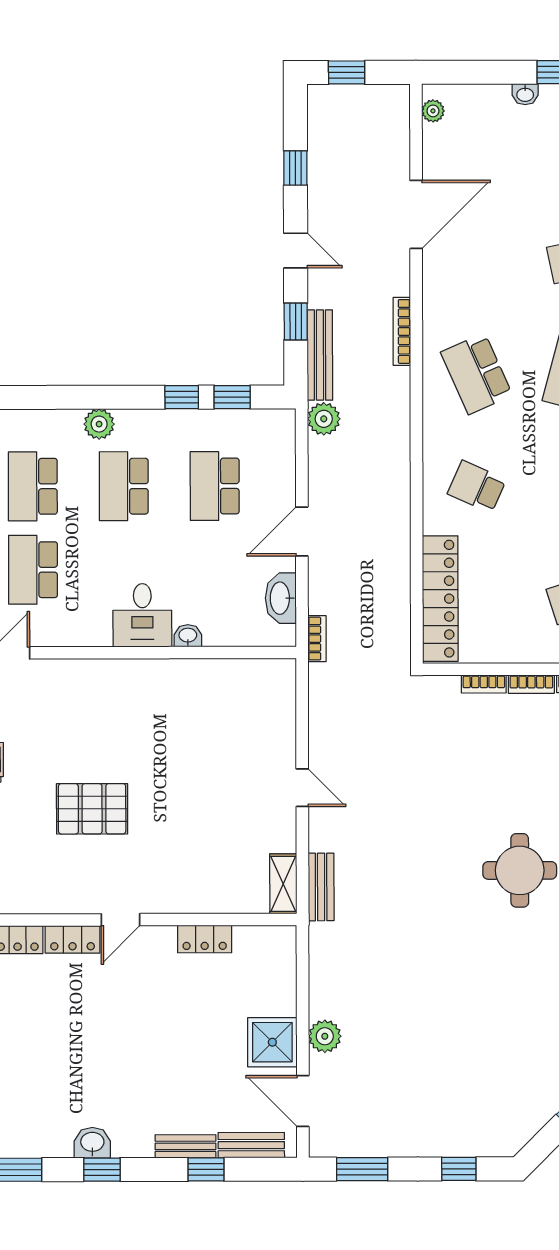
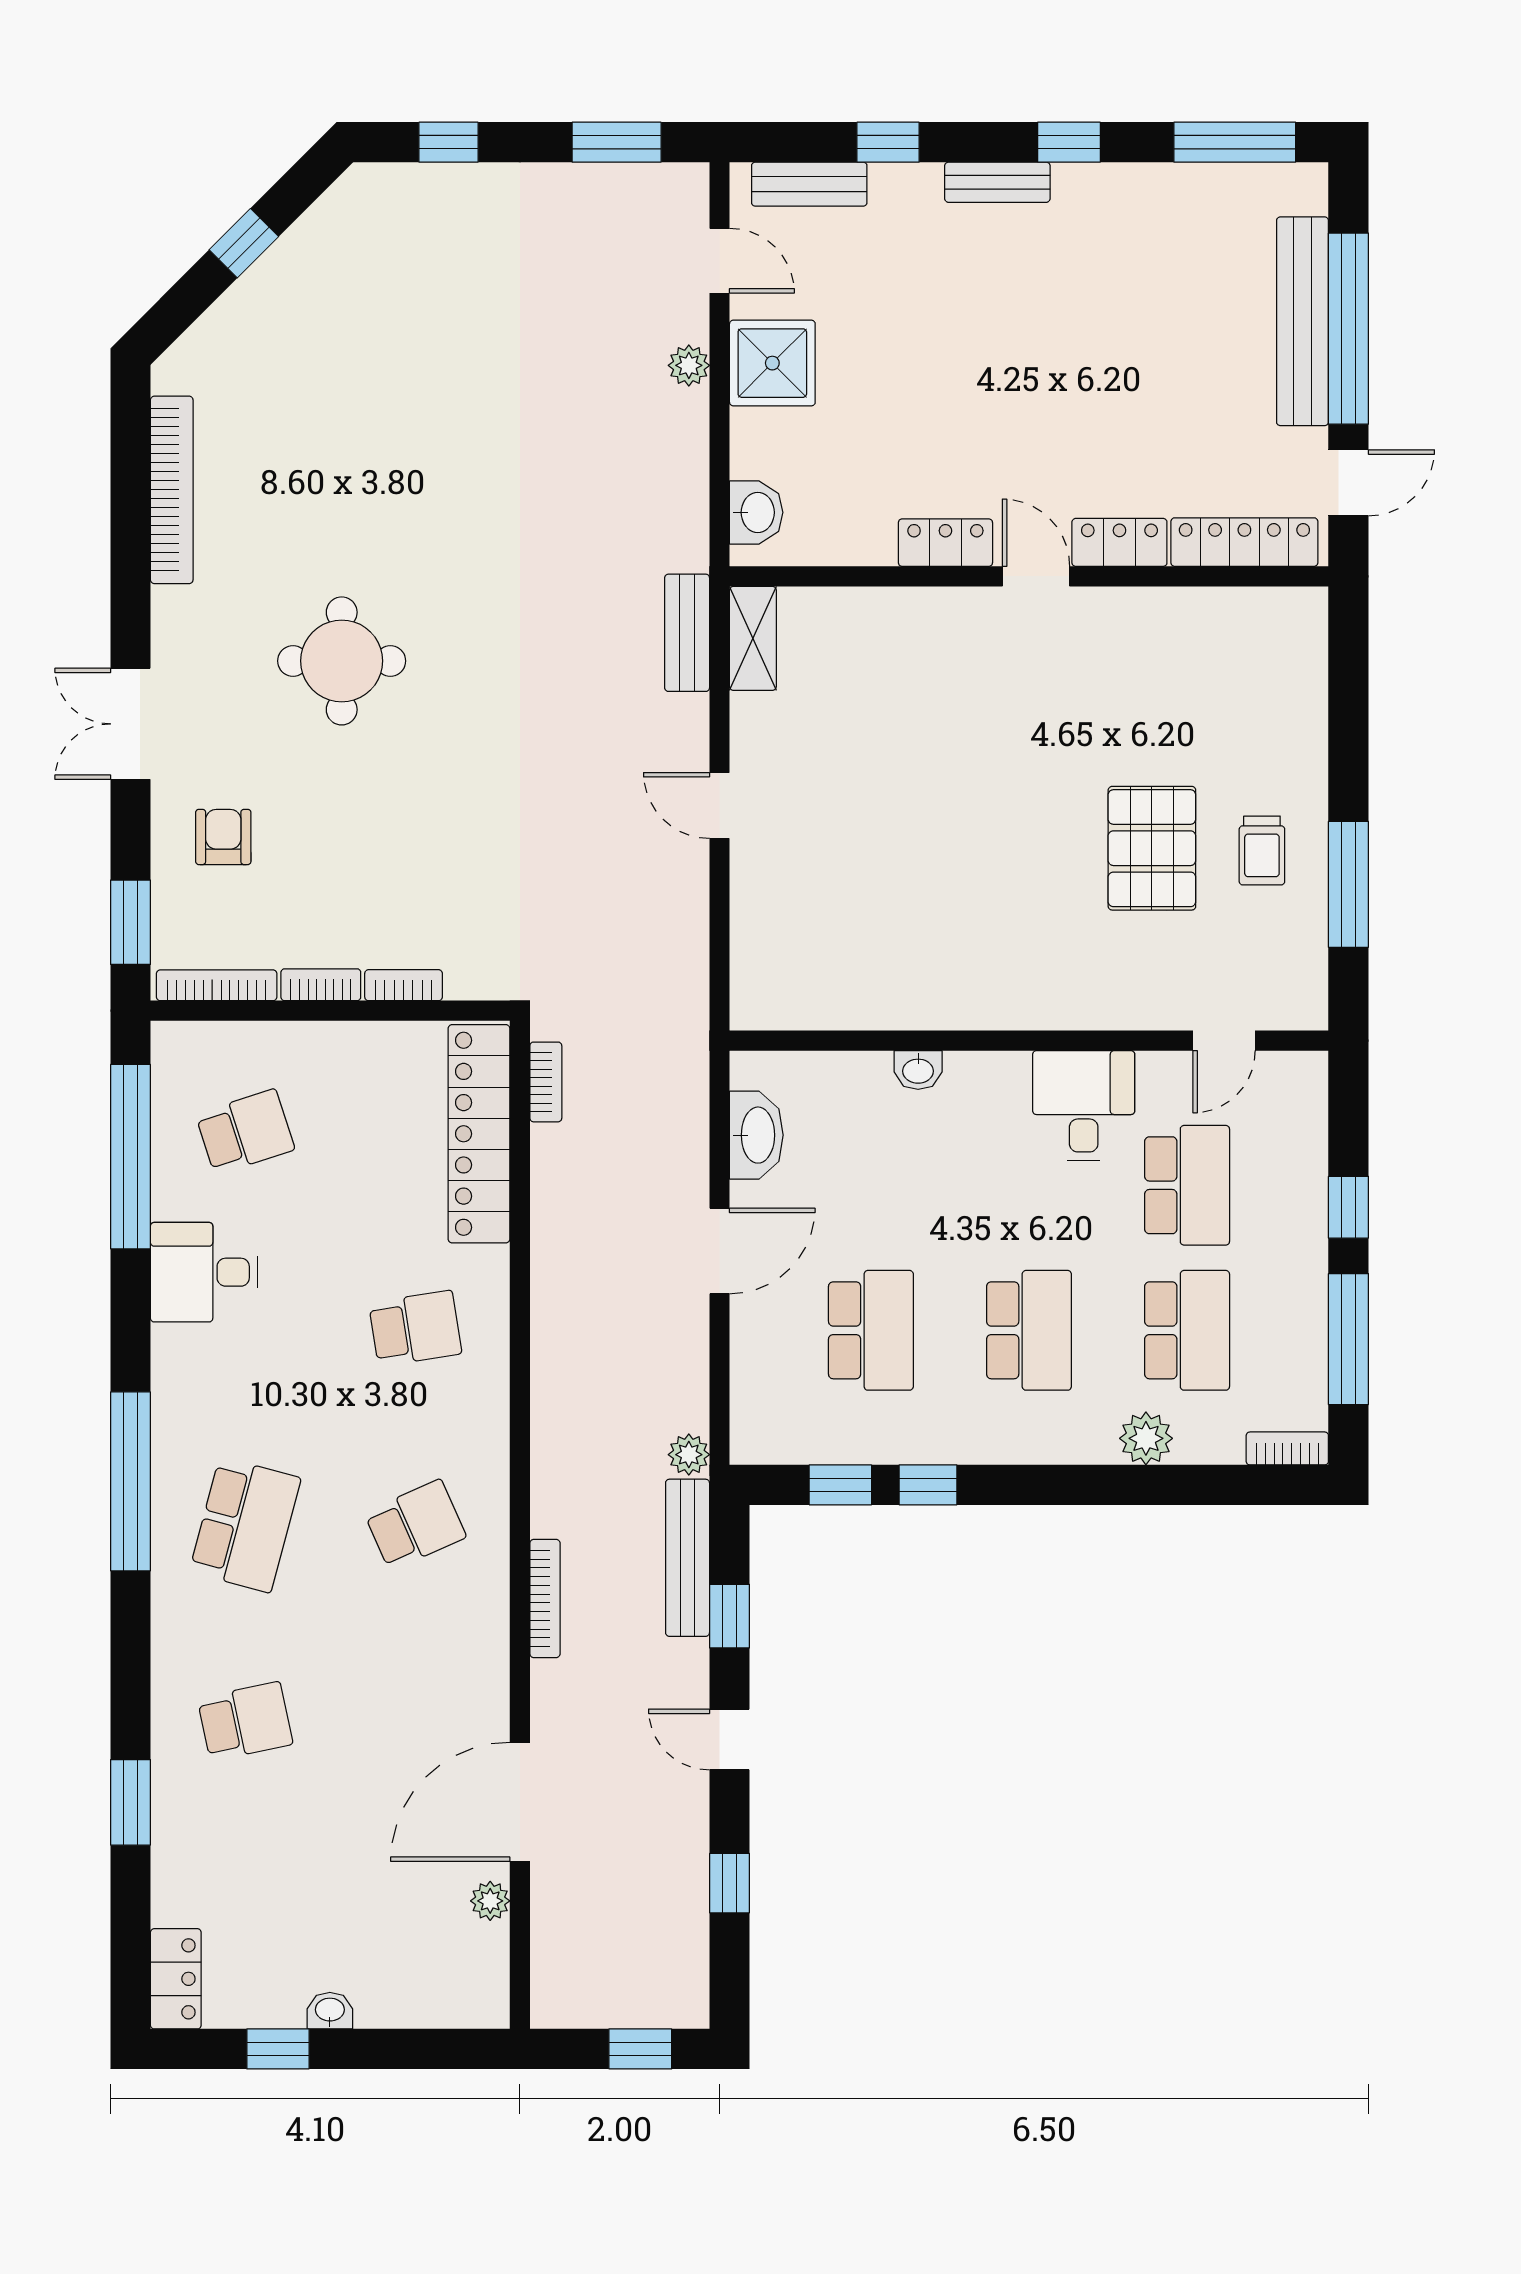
plant: (433, 111) -> (490, 1901), moved
school desk: (477, 374) -> (415, 1525), width x0.54
plant: (324, 419) -> (689, 1455), width x0.73, depth x0.73
plant: (99, 424) -> (1146, 1438), moved
school desk: (477, 487) -> (415, 1328), turned -33
desk: (142, 615) -> (1084, 1106), moved
bookcase: (317, 639) -> (546, 1082), moved, turned 180
pallet: (92, 809) -> (1152, 848), moved, turned 90
door: (120, 920) -> (1036, 576), hinge flipped
locker: (205, 939) -> (945, 543), moved
plant: (325, 1036) -> (689, 365), width x0.73, depth x0.73
door: (303, 1101) -> (719, 261), width x0.73
washbasin: (92, 1143) -> (756, 512), moved, turned -90
bench: (185, 1146) -> (997, 182), moved

